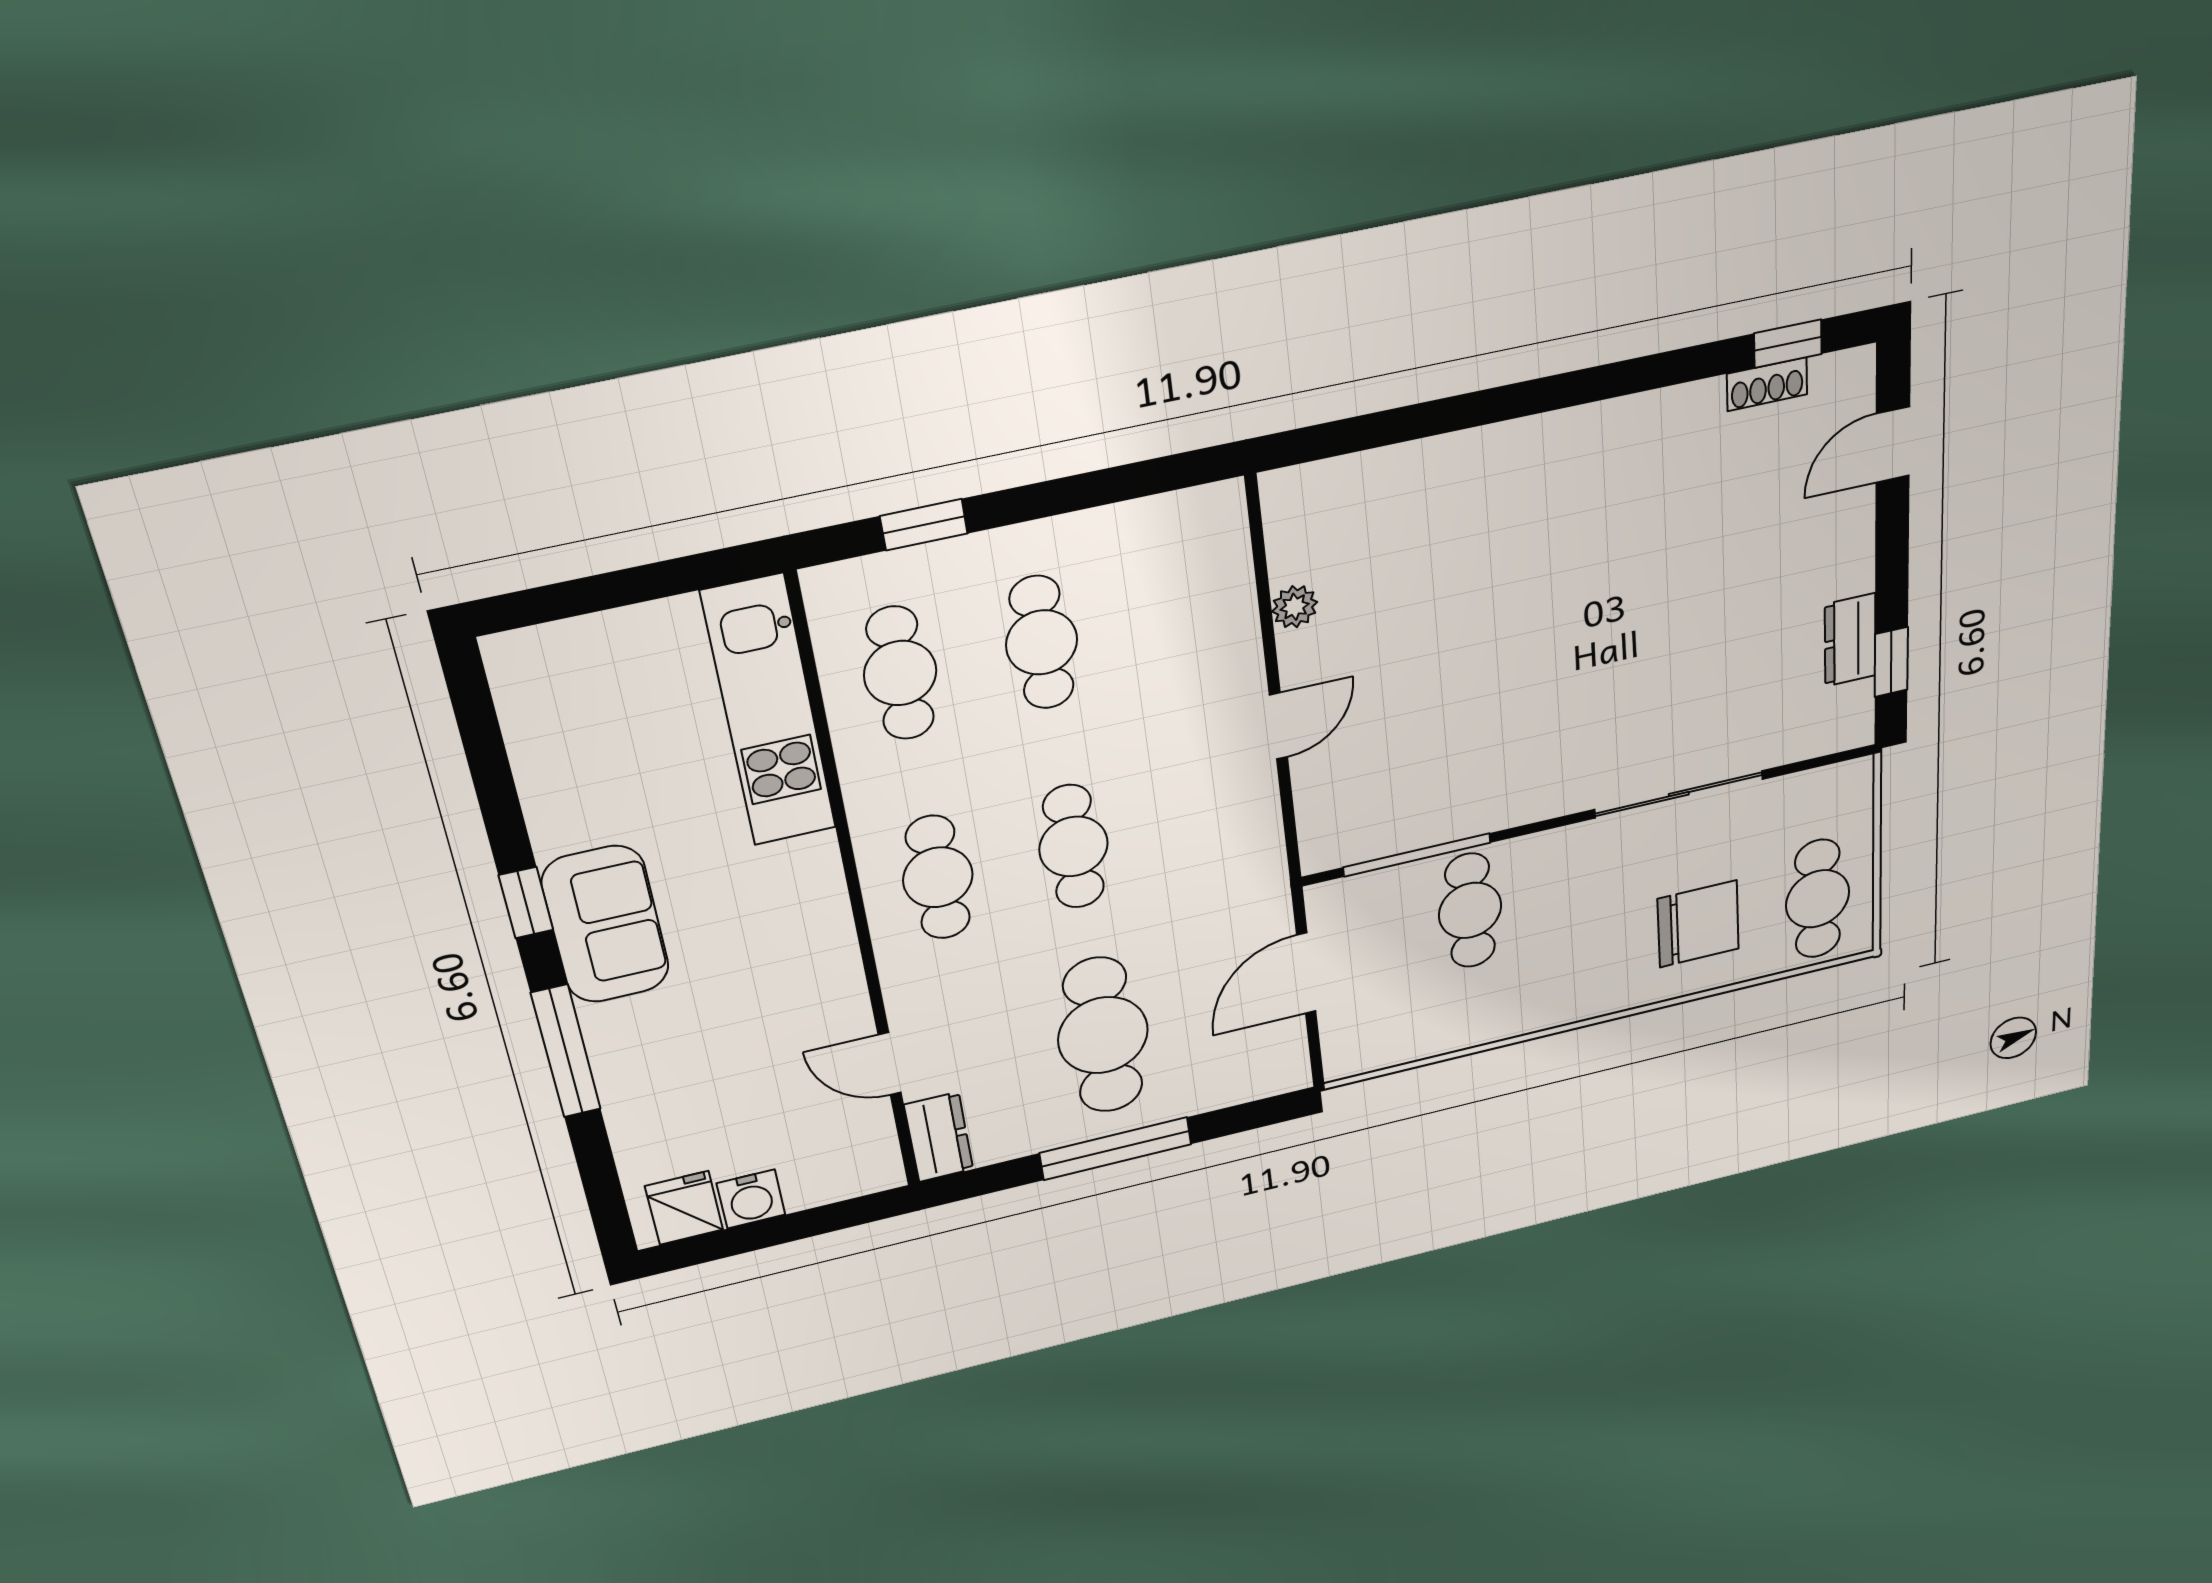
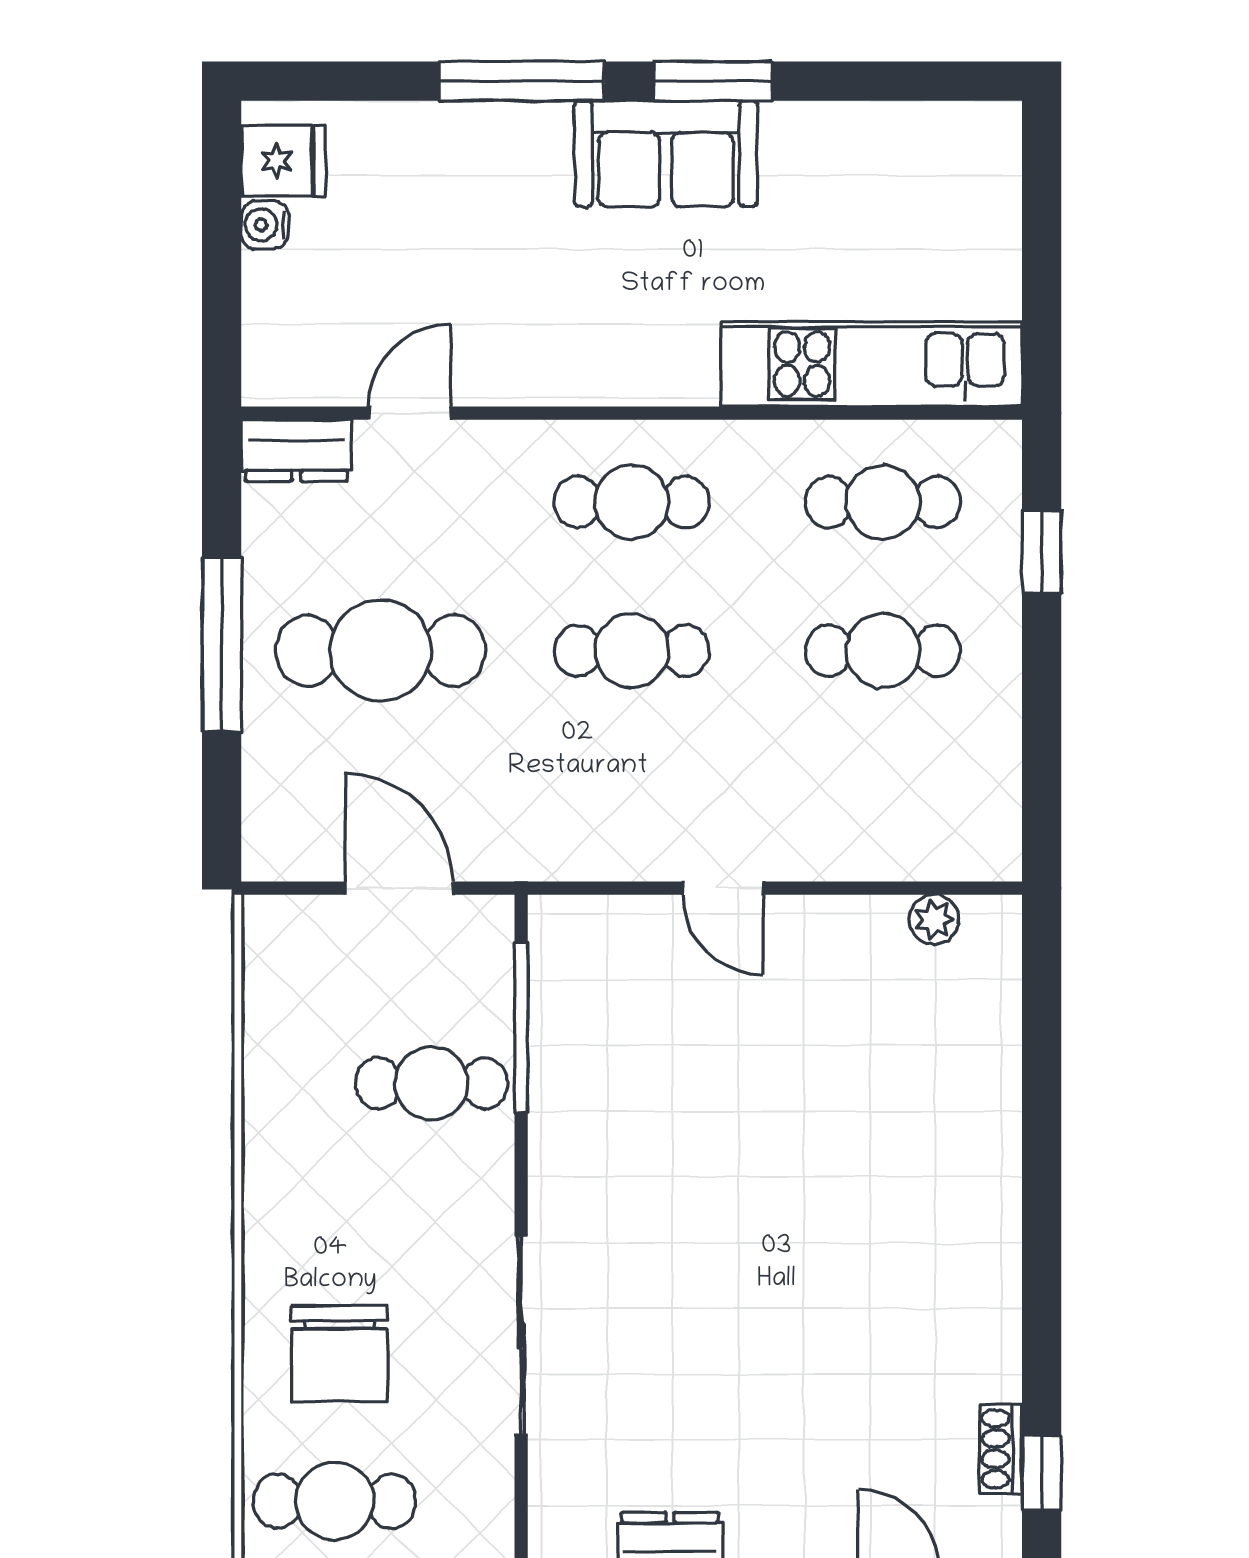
plant: (1295, 607) -> (934, 919), moved
window: (526, 903) -> (713, 81), width x1.50
water cooler: (751, 1199) -> (265, 225), width x0.72, depth x0.72

